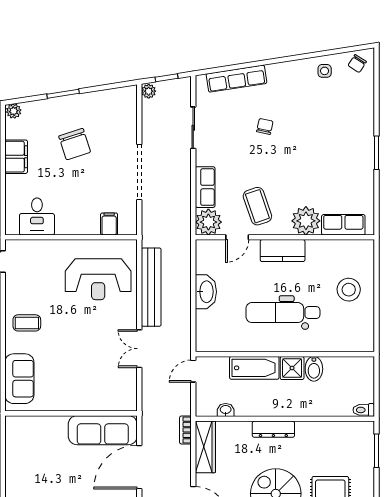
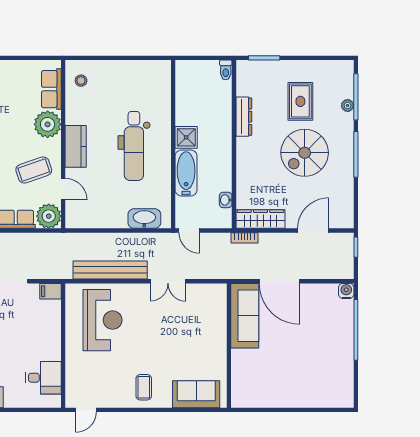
filing cabinet: (109, 224) -> (51, 291), moved
stool: (349, 290) -> (81, 81), moved, width x0.53, depth x0.53
washbasin: (206, 292) -> (144, 219), moved
bidet: (314, 369) -> (187, 117), removed
dresser: (273, 429) -> (244, 117), moved

